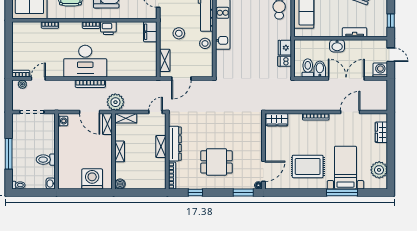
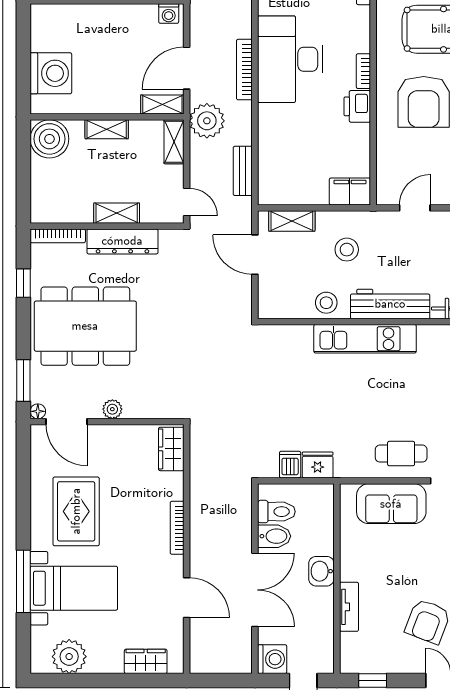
bench: (140, 84) -> (243, 171), added
plant: (257, 149) -> (112, 409), added
dining table: (217, 162) -> (85, 326), width x1.88, depth x1.24
boiler: (120, 184) -> (49, 139), width x1.86, depth x1.86

